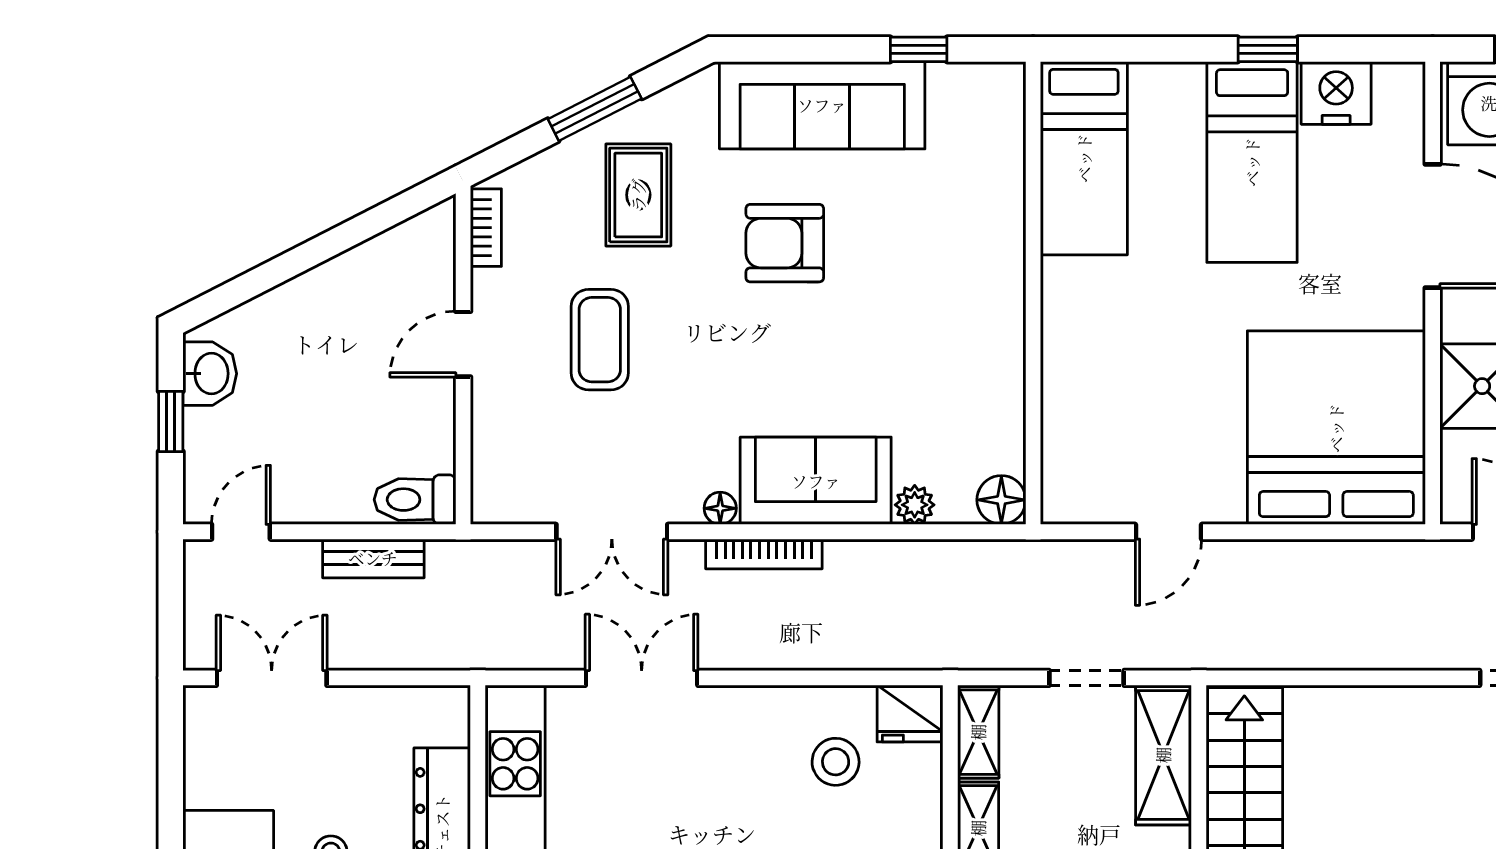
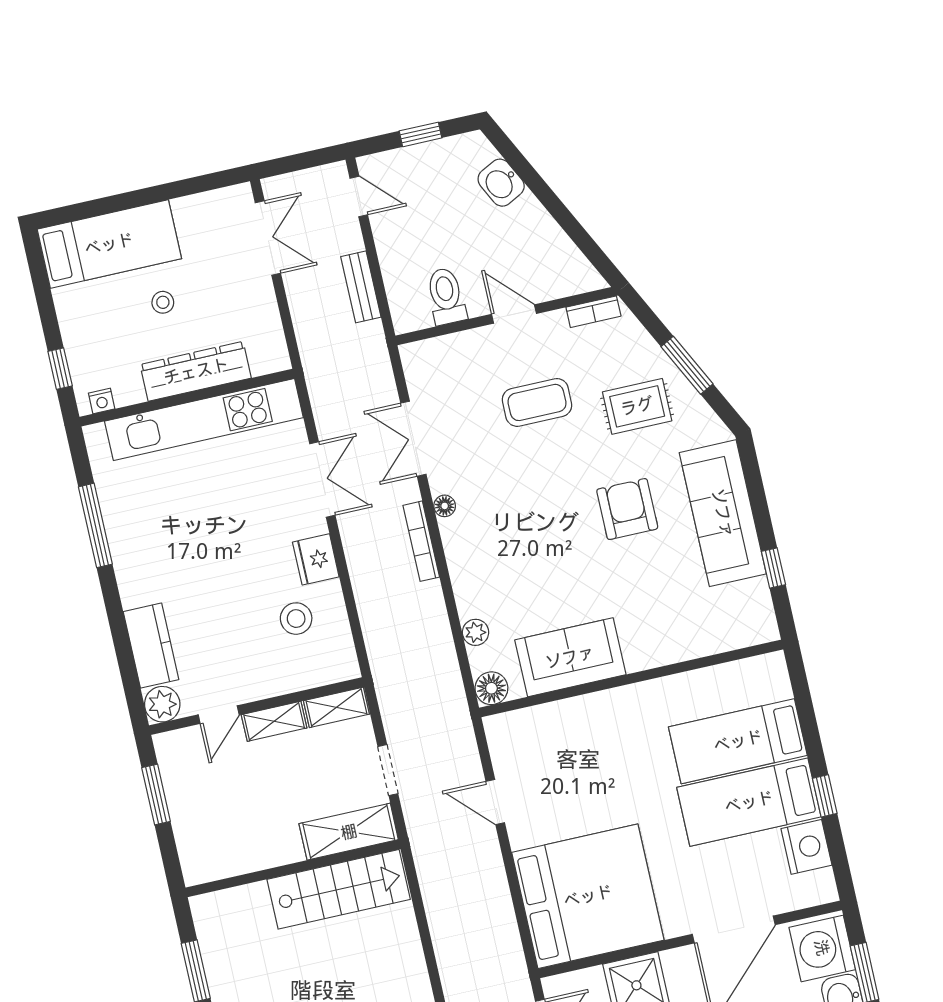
bed: (1084, 158) -> (738, 741), moved
washbasin: (210, 374) -> (501, 183), moved, turned 63
sofa: (816, 481) -> (570, 657), moved, turned -90
toilet: (415, 500) -> (446, 296), moved
fridge: (910, 714) -> (316, 559), moved

